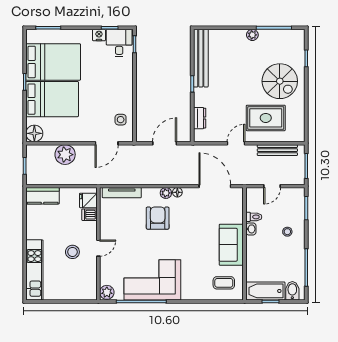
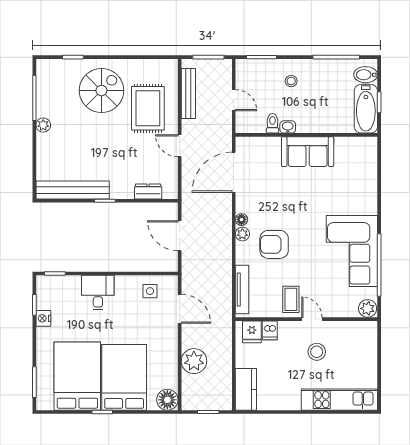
desk: (119, 43) -> (98, 293), moved, turned 90
coffee table: (224, 283) -> (291, 299), moved

